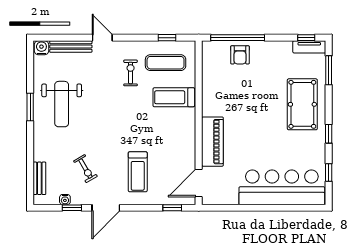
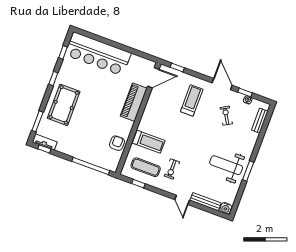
armchair: (240, 55) -> (117, 143), moved
weight bench: (62, 104) -> (226, 165), turned -90
door: (106, 208) -> (222, 84), hinge flipped

